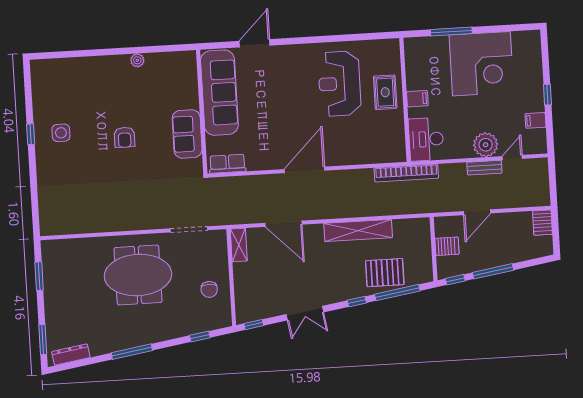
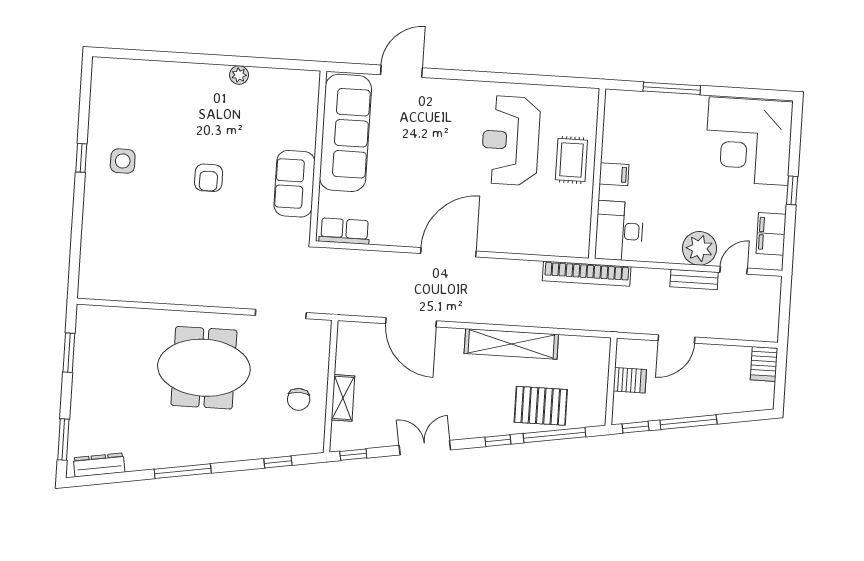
corner desk: (481, 64) -> (749, 141), moved, turned 90
filing cabinet: (536, 120) -> (771, 234), width x2.00
shelving: (239, 245) -> (343, 398), moved
double door: (305, 313) -> (425, 448), swing flipped

